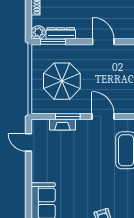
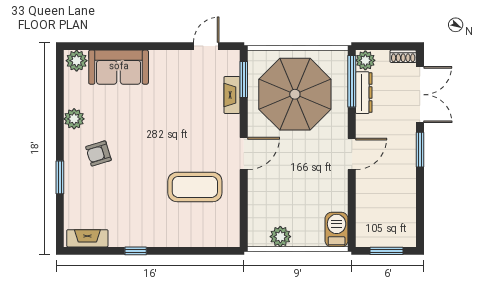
window: (53, 42) -> (352, 81), width x1.44
parasol: (62, 81) -> (295, 94), width x1.36, depth x1.36
window: (68, 116) -> (244, 79), moved

